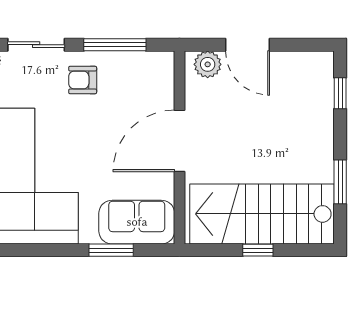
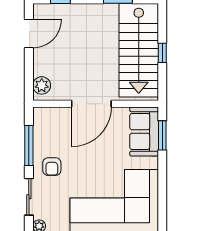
door: (248, 45) -> (29, 33), moved
door: (179, 141) -> (91, 104), hinge flipped
window: (111, 250) -> (162, 135), moved

